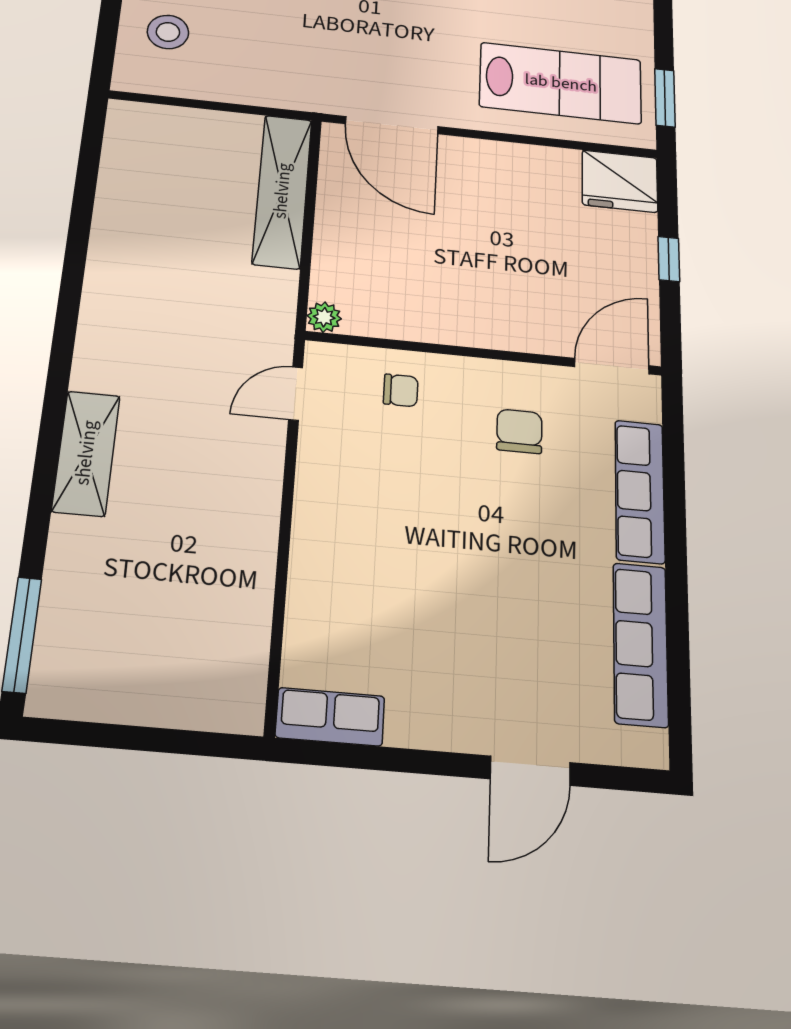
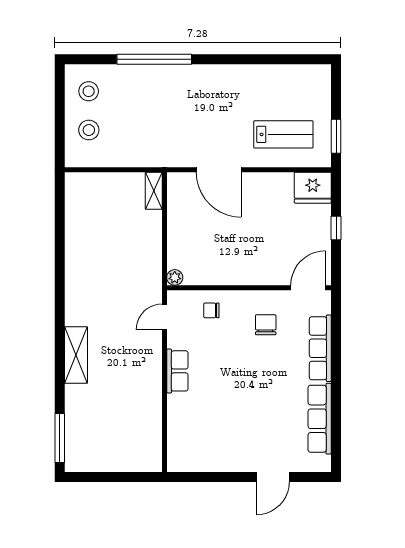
lab bench: (561, 83) -> (283, 134), width x0.73, depth x0.72
door: (392, 125) -> (219, 170), moved
shelving: (282, 191) -> (154, 191), width x0.45, depth x0.75
chair: (401, 390) -> (211, 310), turned 180
row of seats: (330, 717) -> (177, 371), moved, turned 90

